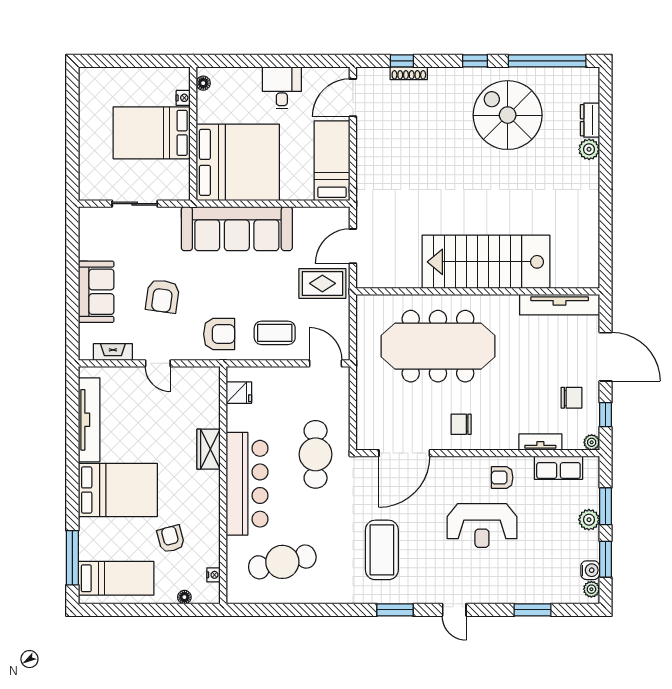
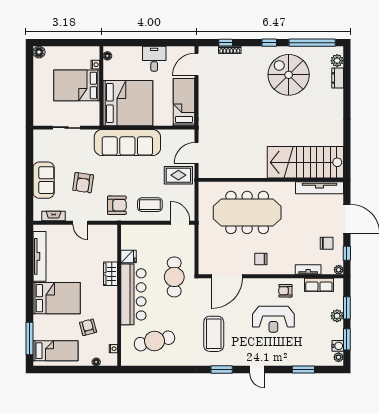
floor lamp: (88, 77) -> (39, 52), added
plant: (589, 149) -> (337, 61), moved
stairs: (486, 262) -> (305, 162), moved
fridge: (239, 393) -> (129, 257), moved

